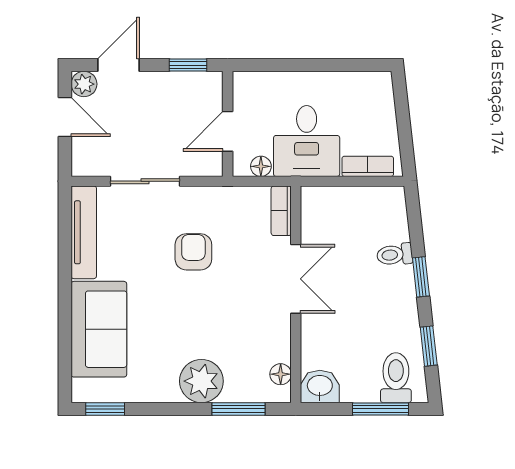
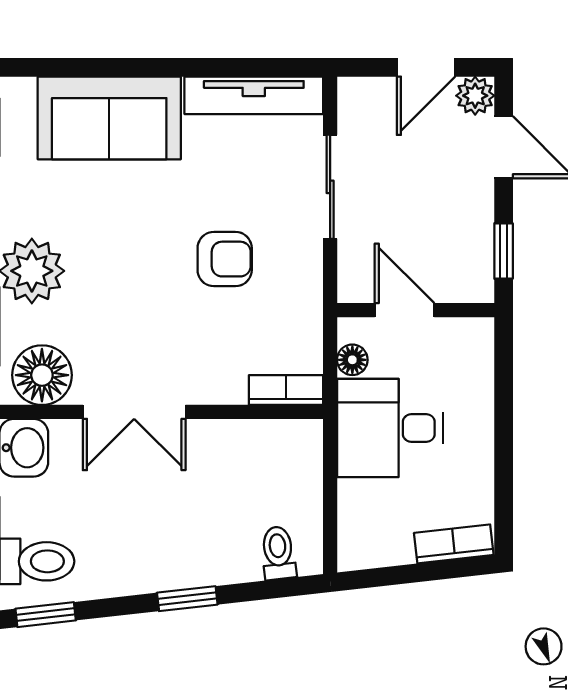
bookcase: (368, 166) -> (454, 544), moved, turned -96
toilet: (395, 255) -> (278, 553), moved
double door: (296, 279) -> (134, 412), moved
window: (429, 346) -> (46, 615), moved
floor lamp: (281, 374) -> (42, 375), width x1.89, depth x1.89

